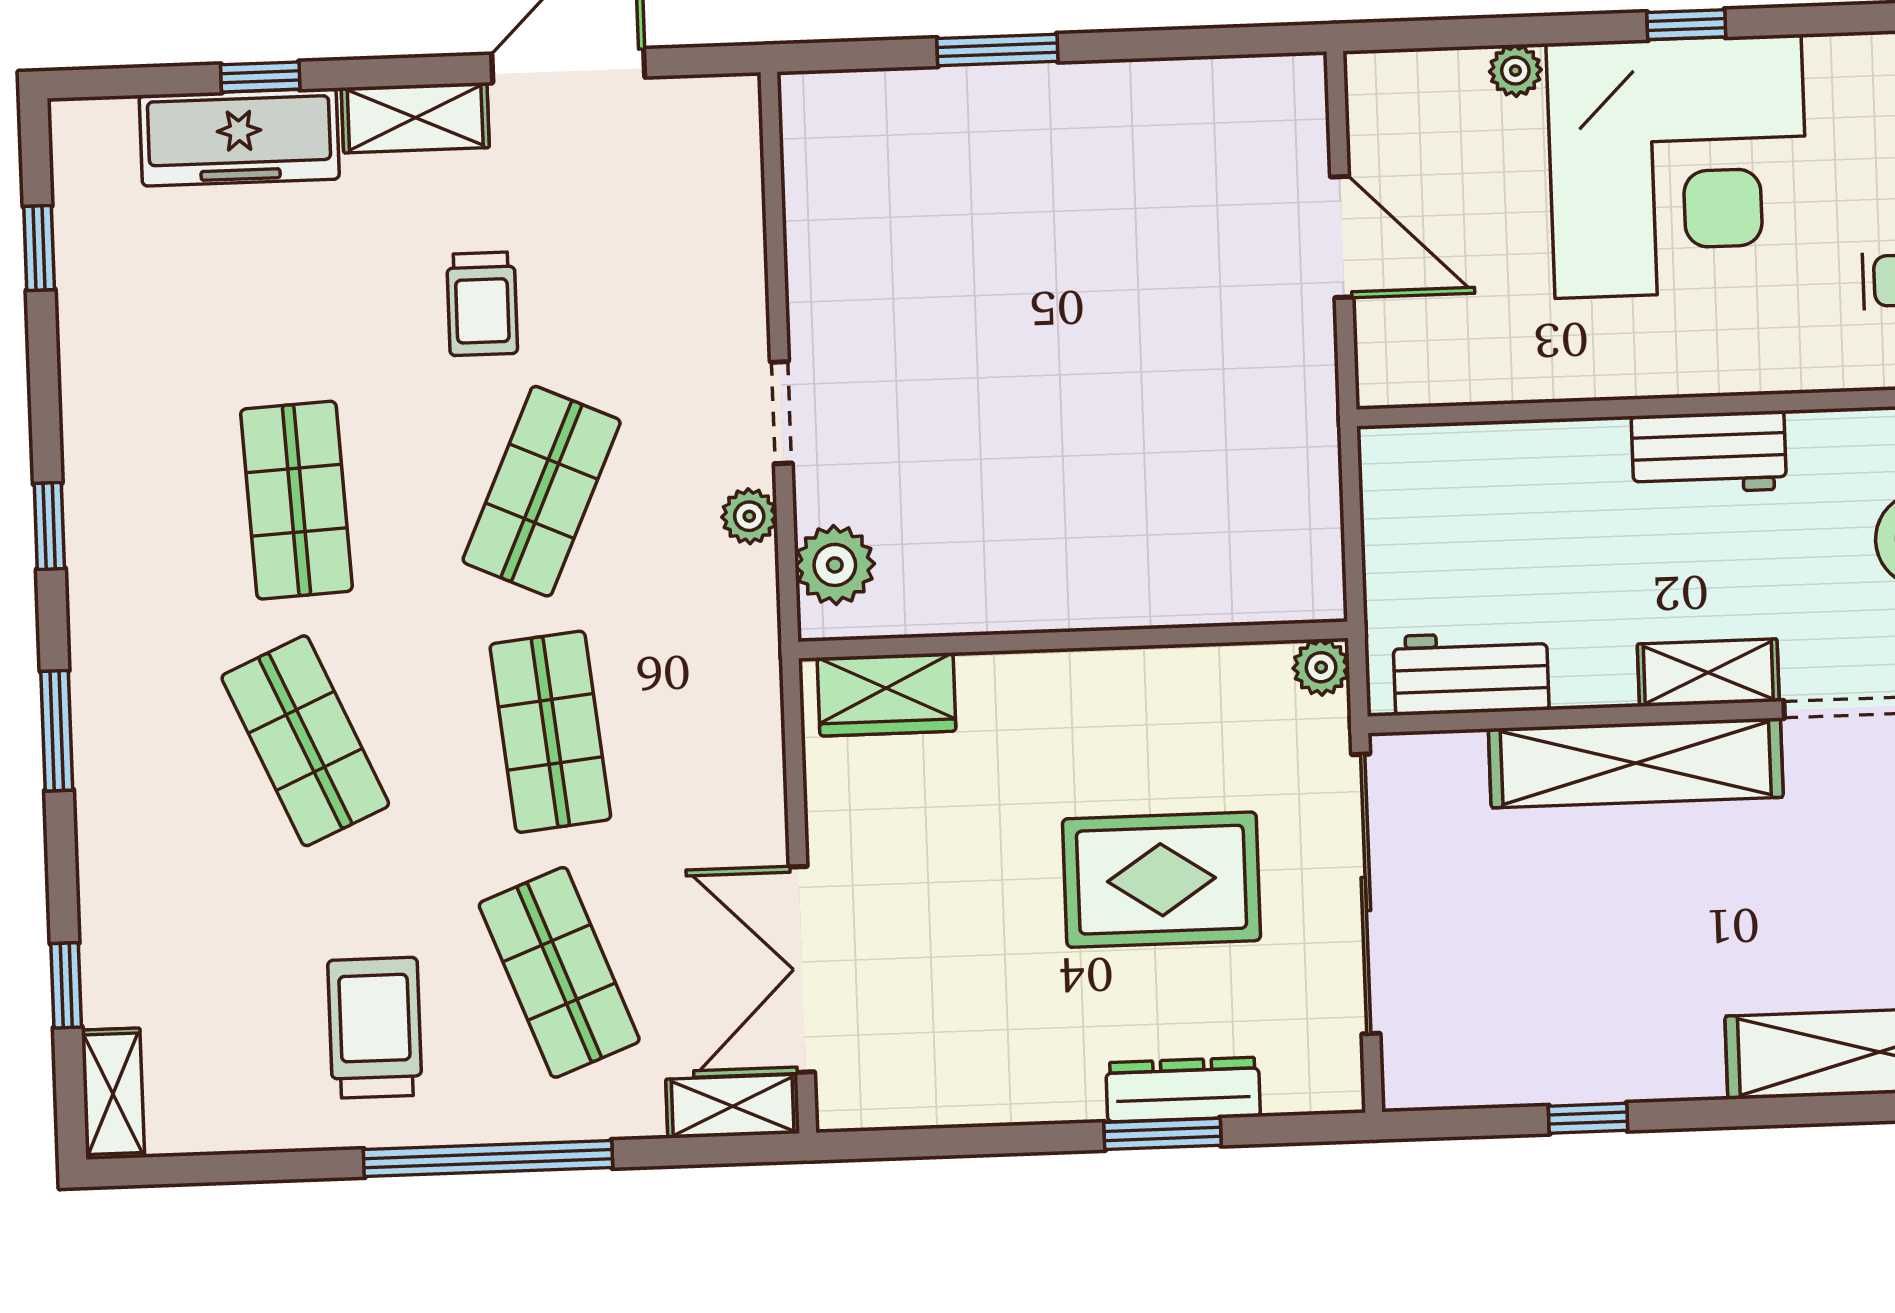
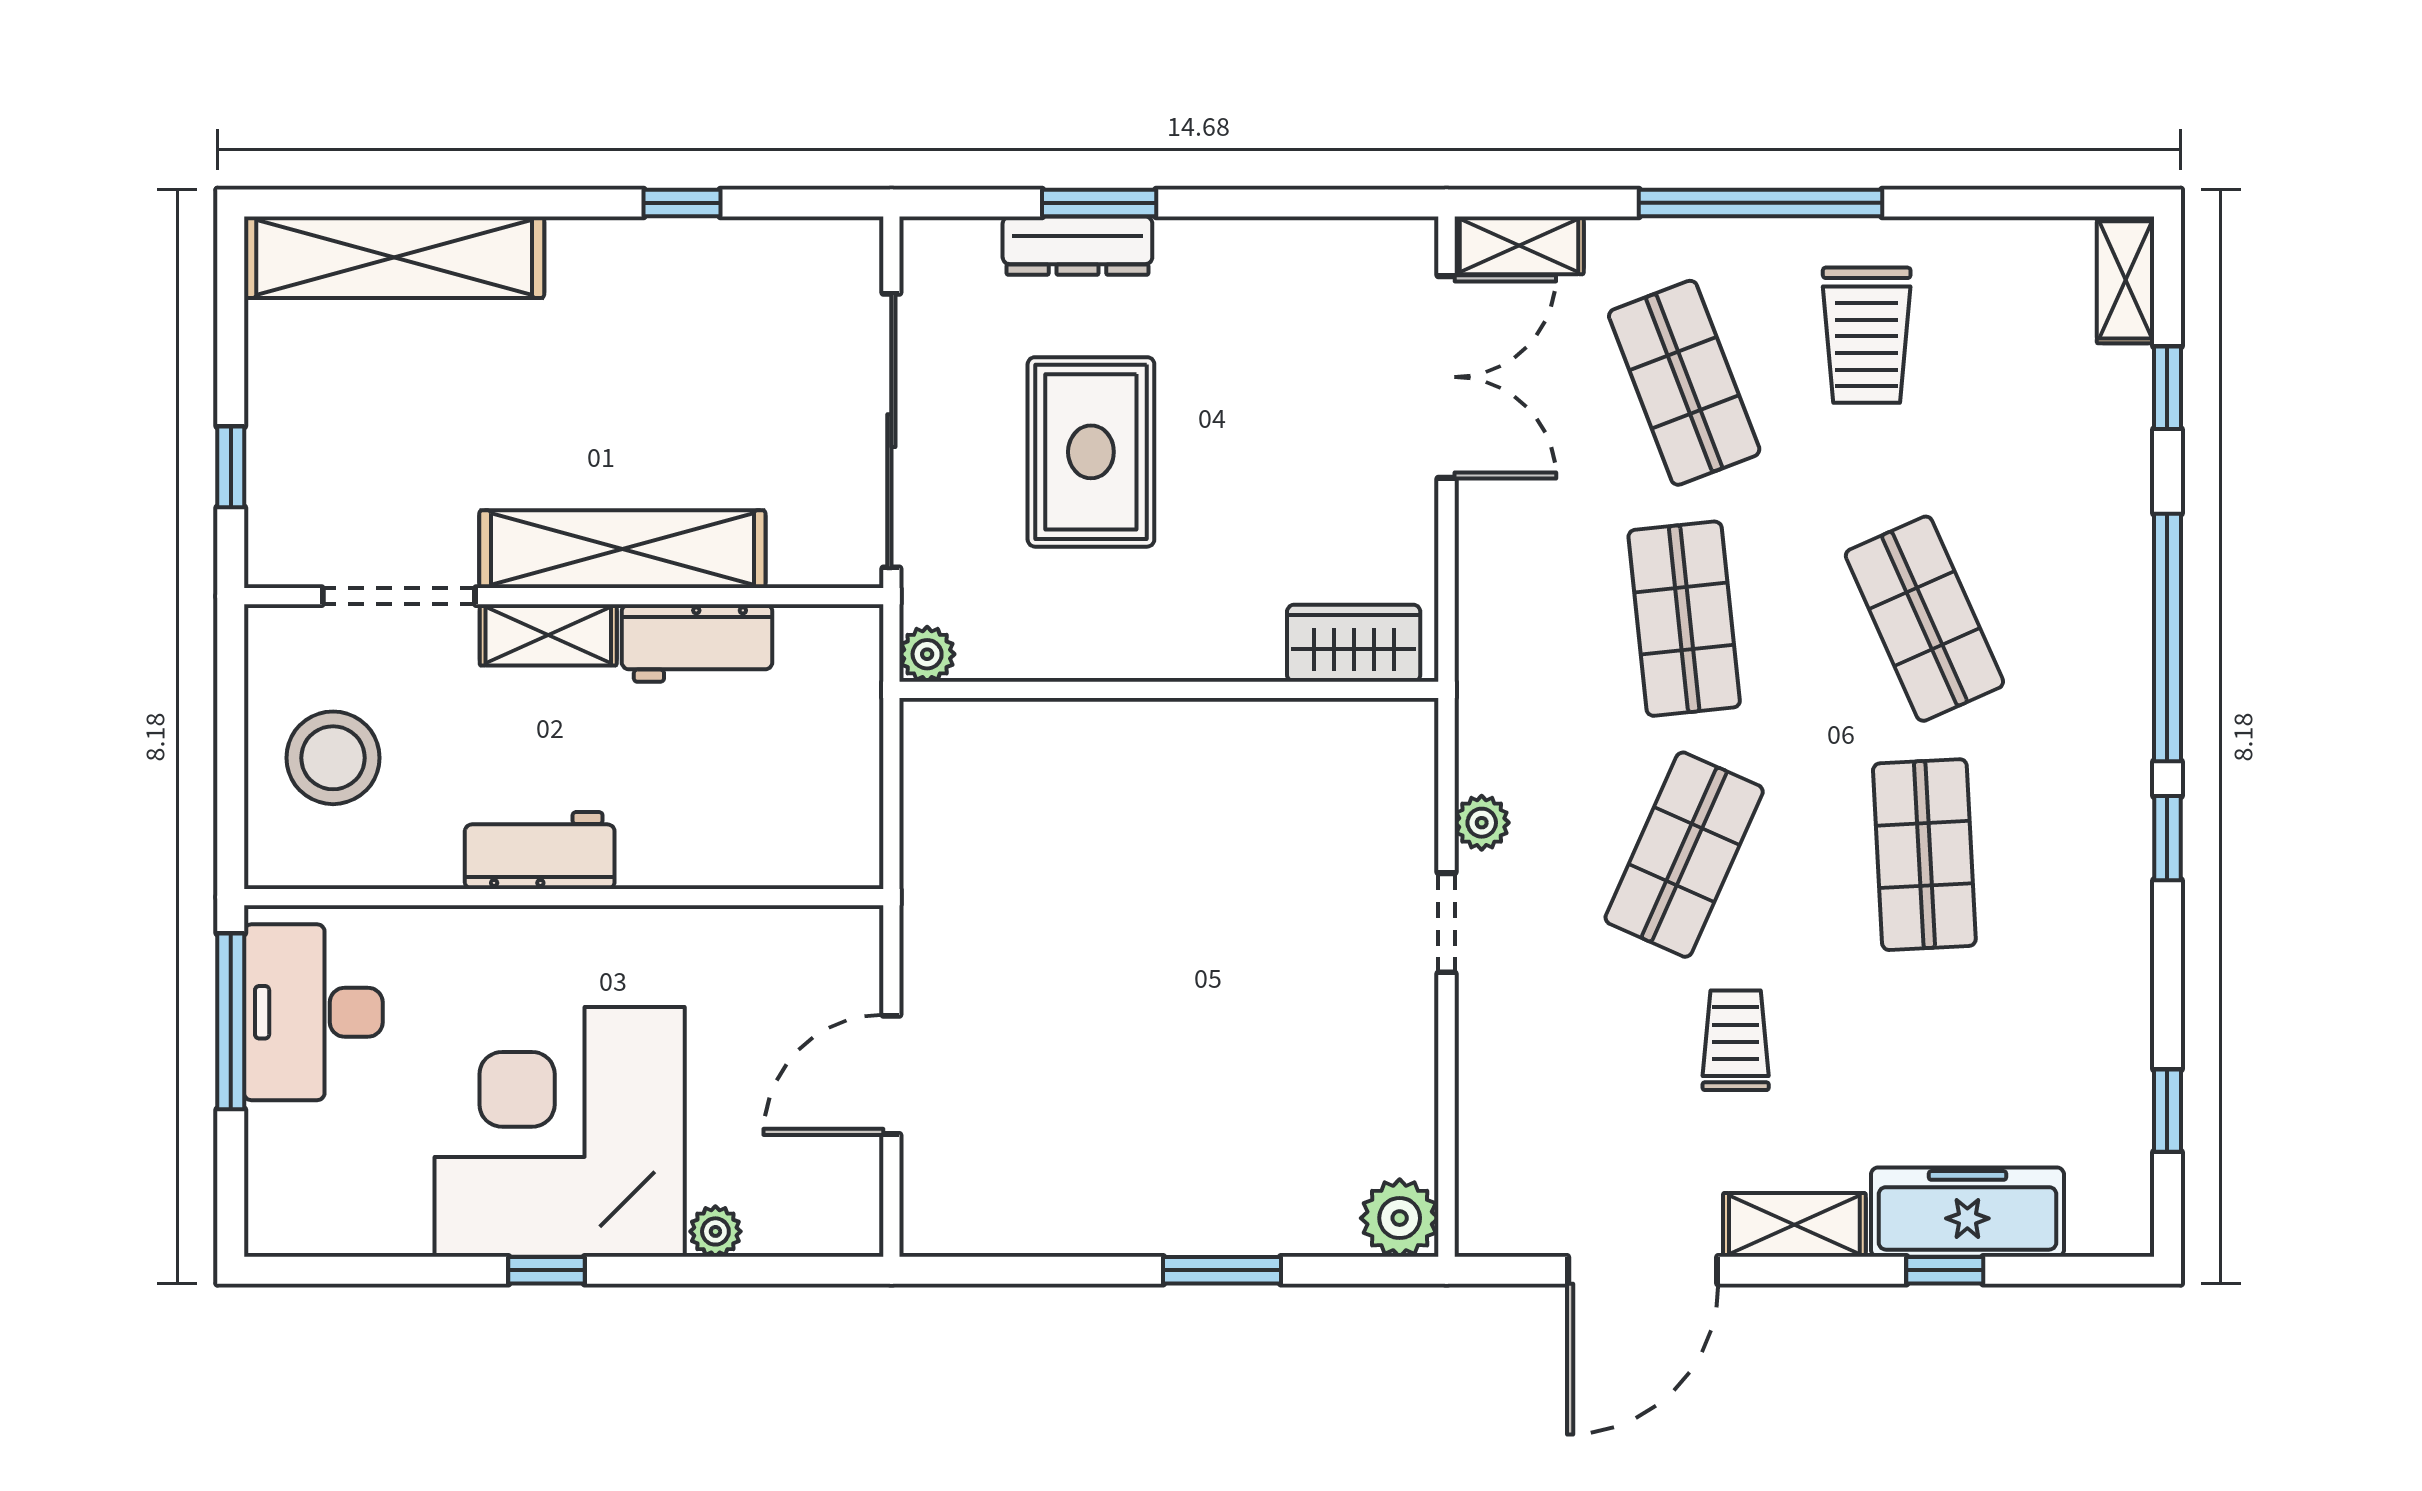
door: (1342, 237) -> (891, 1075), hinge flipped
plant: (835, 565) -> (1400, 1218), moved
workbench: (1471, 673) -> (697, 643), moved
window: (57, 731) -> (2167, 637), width x2.11
rug: (1162, 880) -> (1091, 452), turned 90

